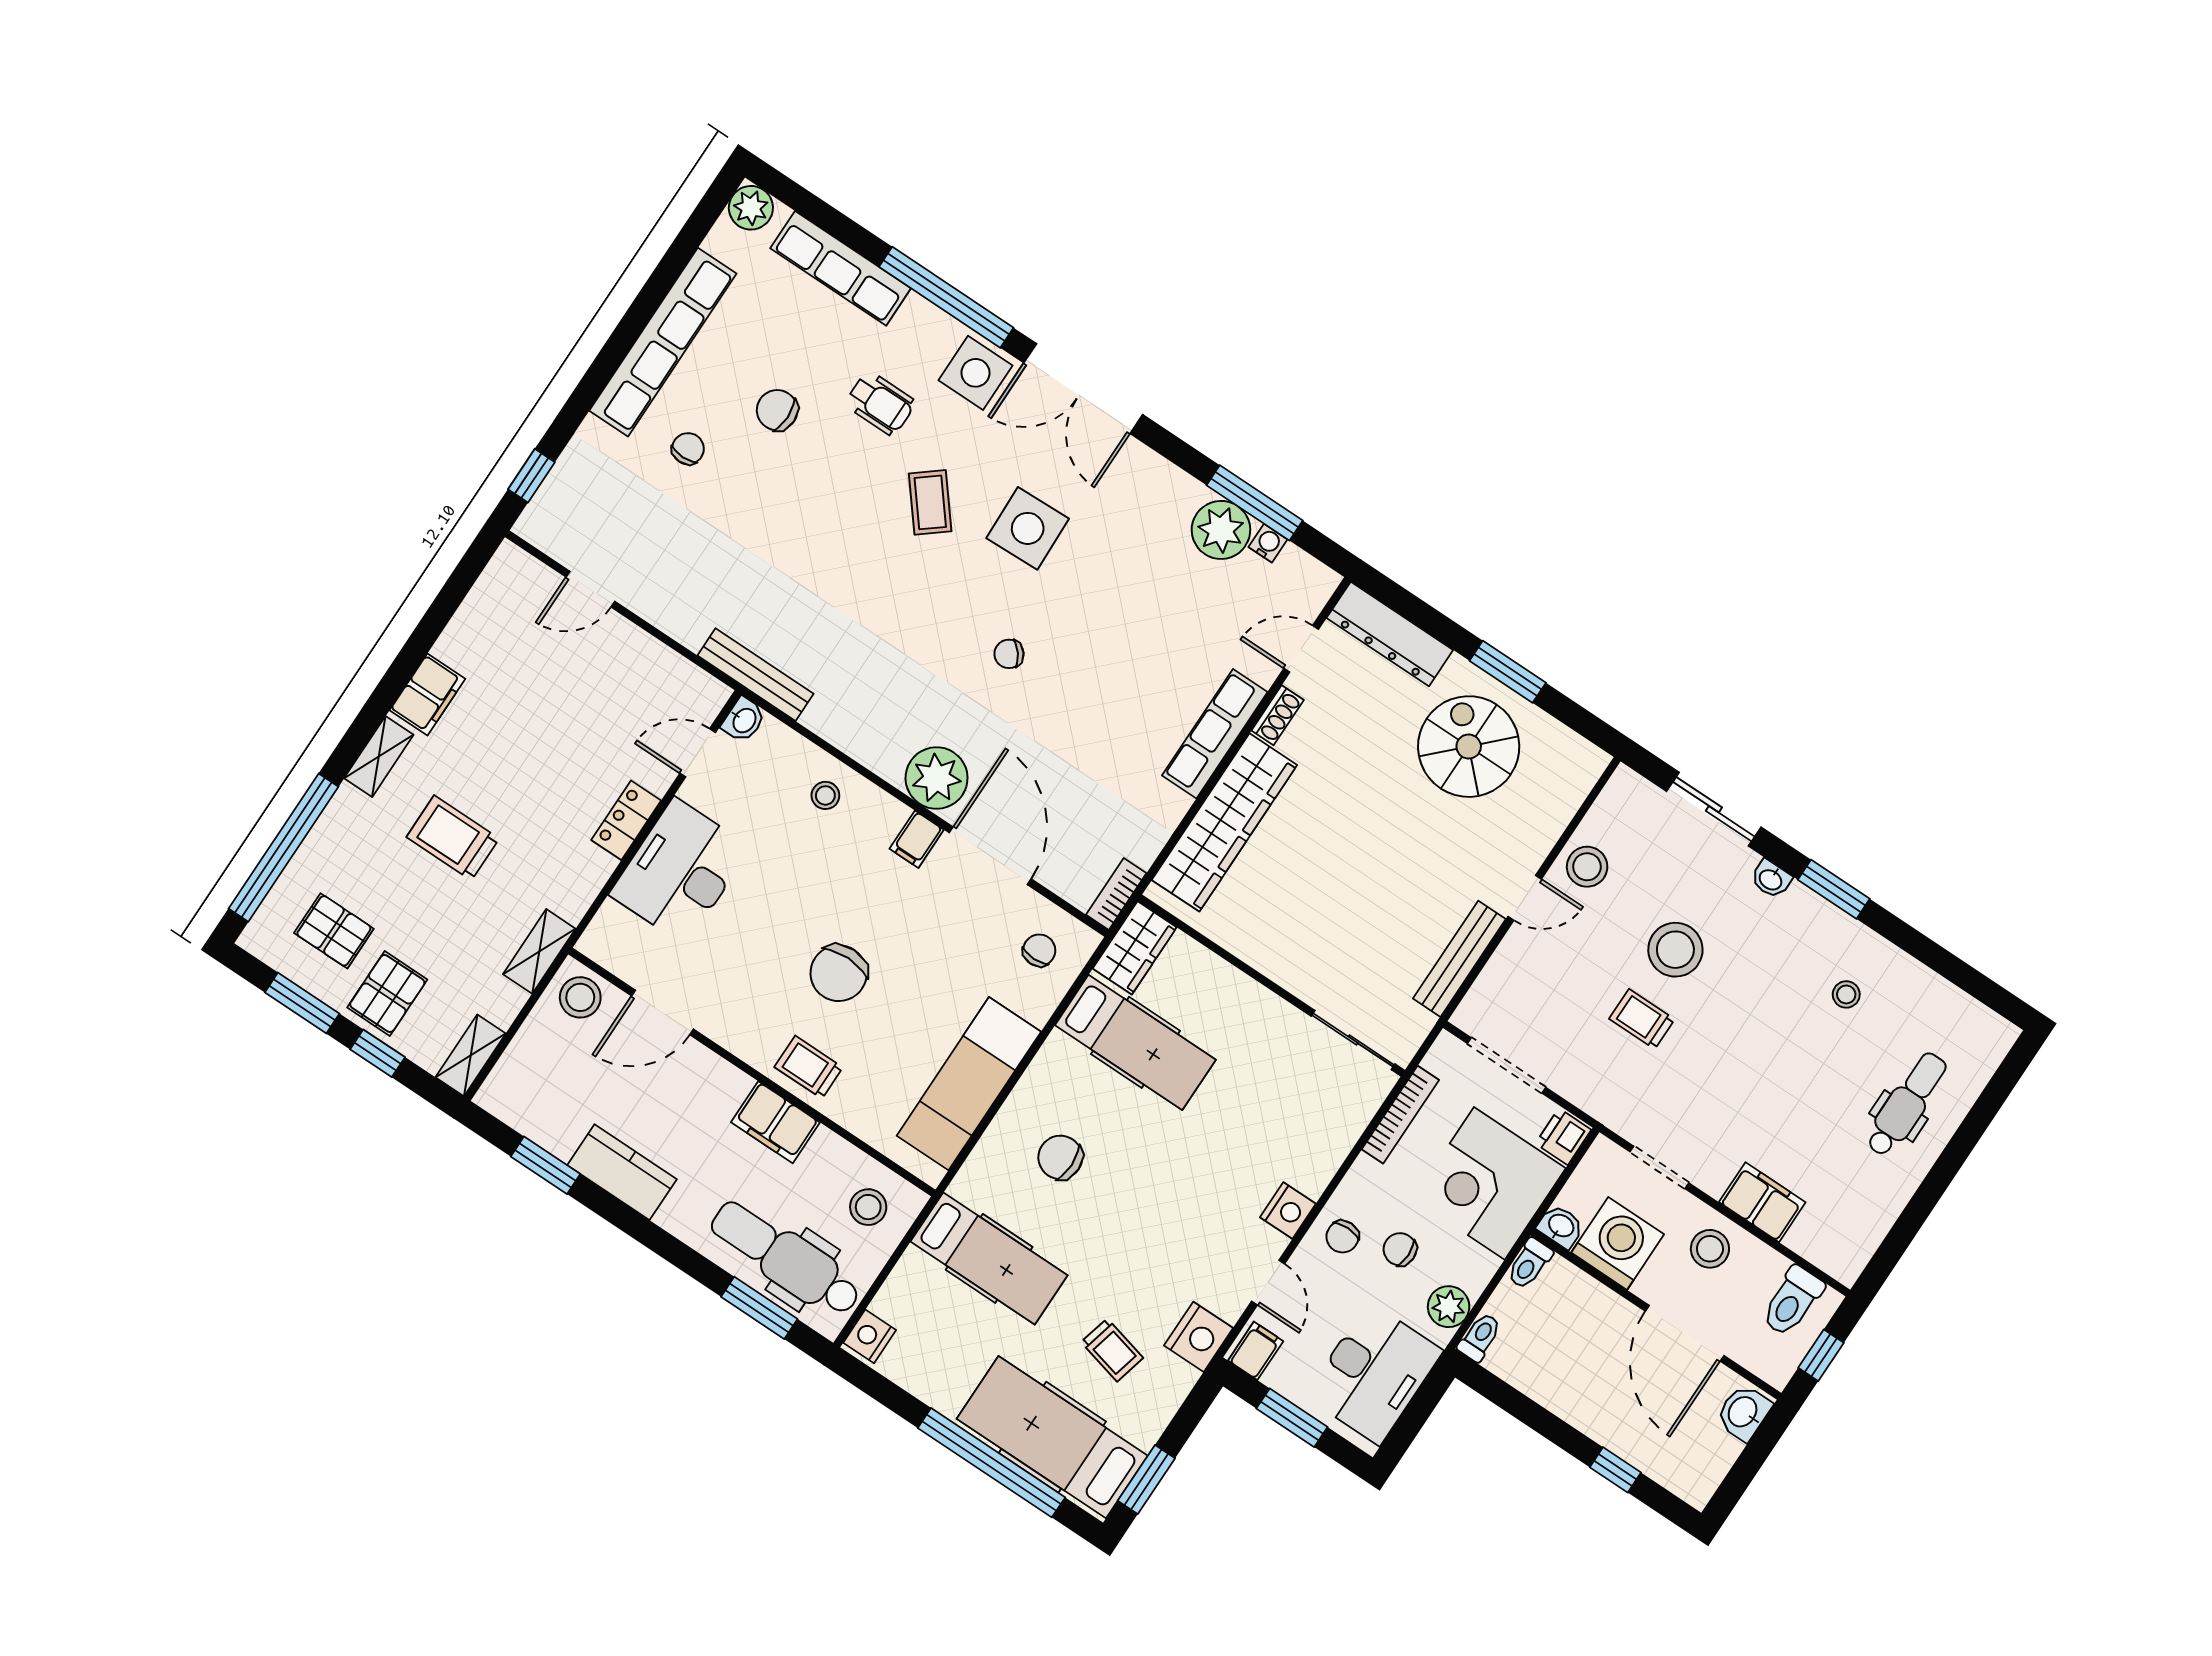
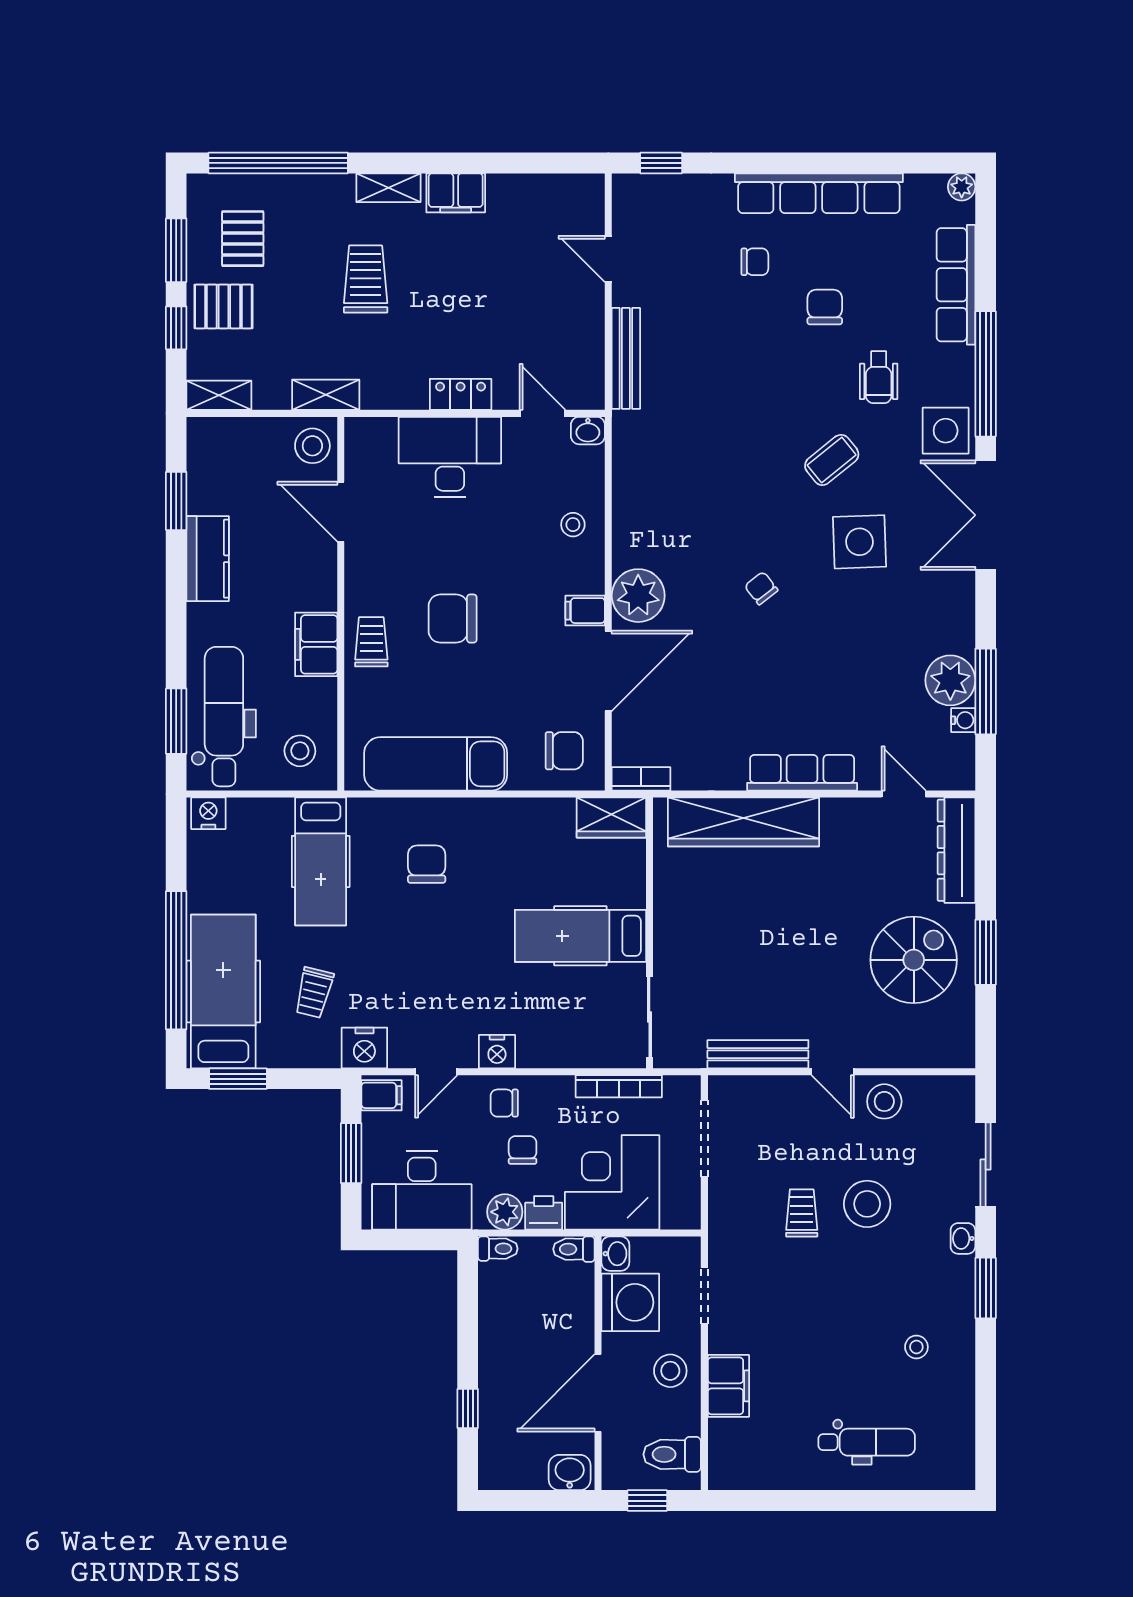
plant: (751, 208) -> (962, 187), width x0.73, depth x0.73
bench: (755, 675) -> (626, 358), moved
shoe rack: (1278, 715) -> (845, 809), removed
chair: (1039, 950) -> (564, 751), width x1.37, depth x1.37
hospital bed: (1135, 1042) -> (580, 936), moved, turned 90
printer: (1563, 1137) -> (544, 1213), moved

